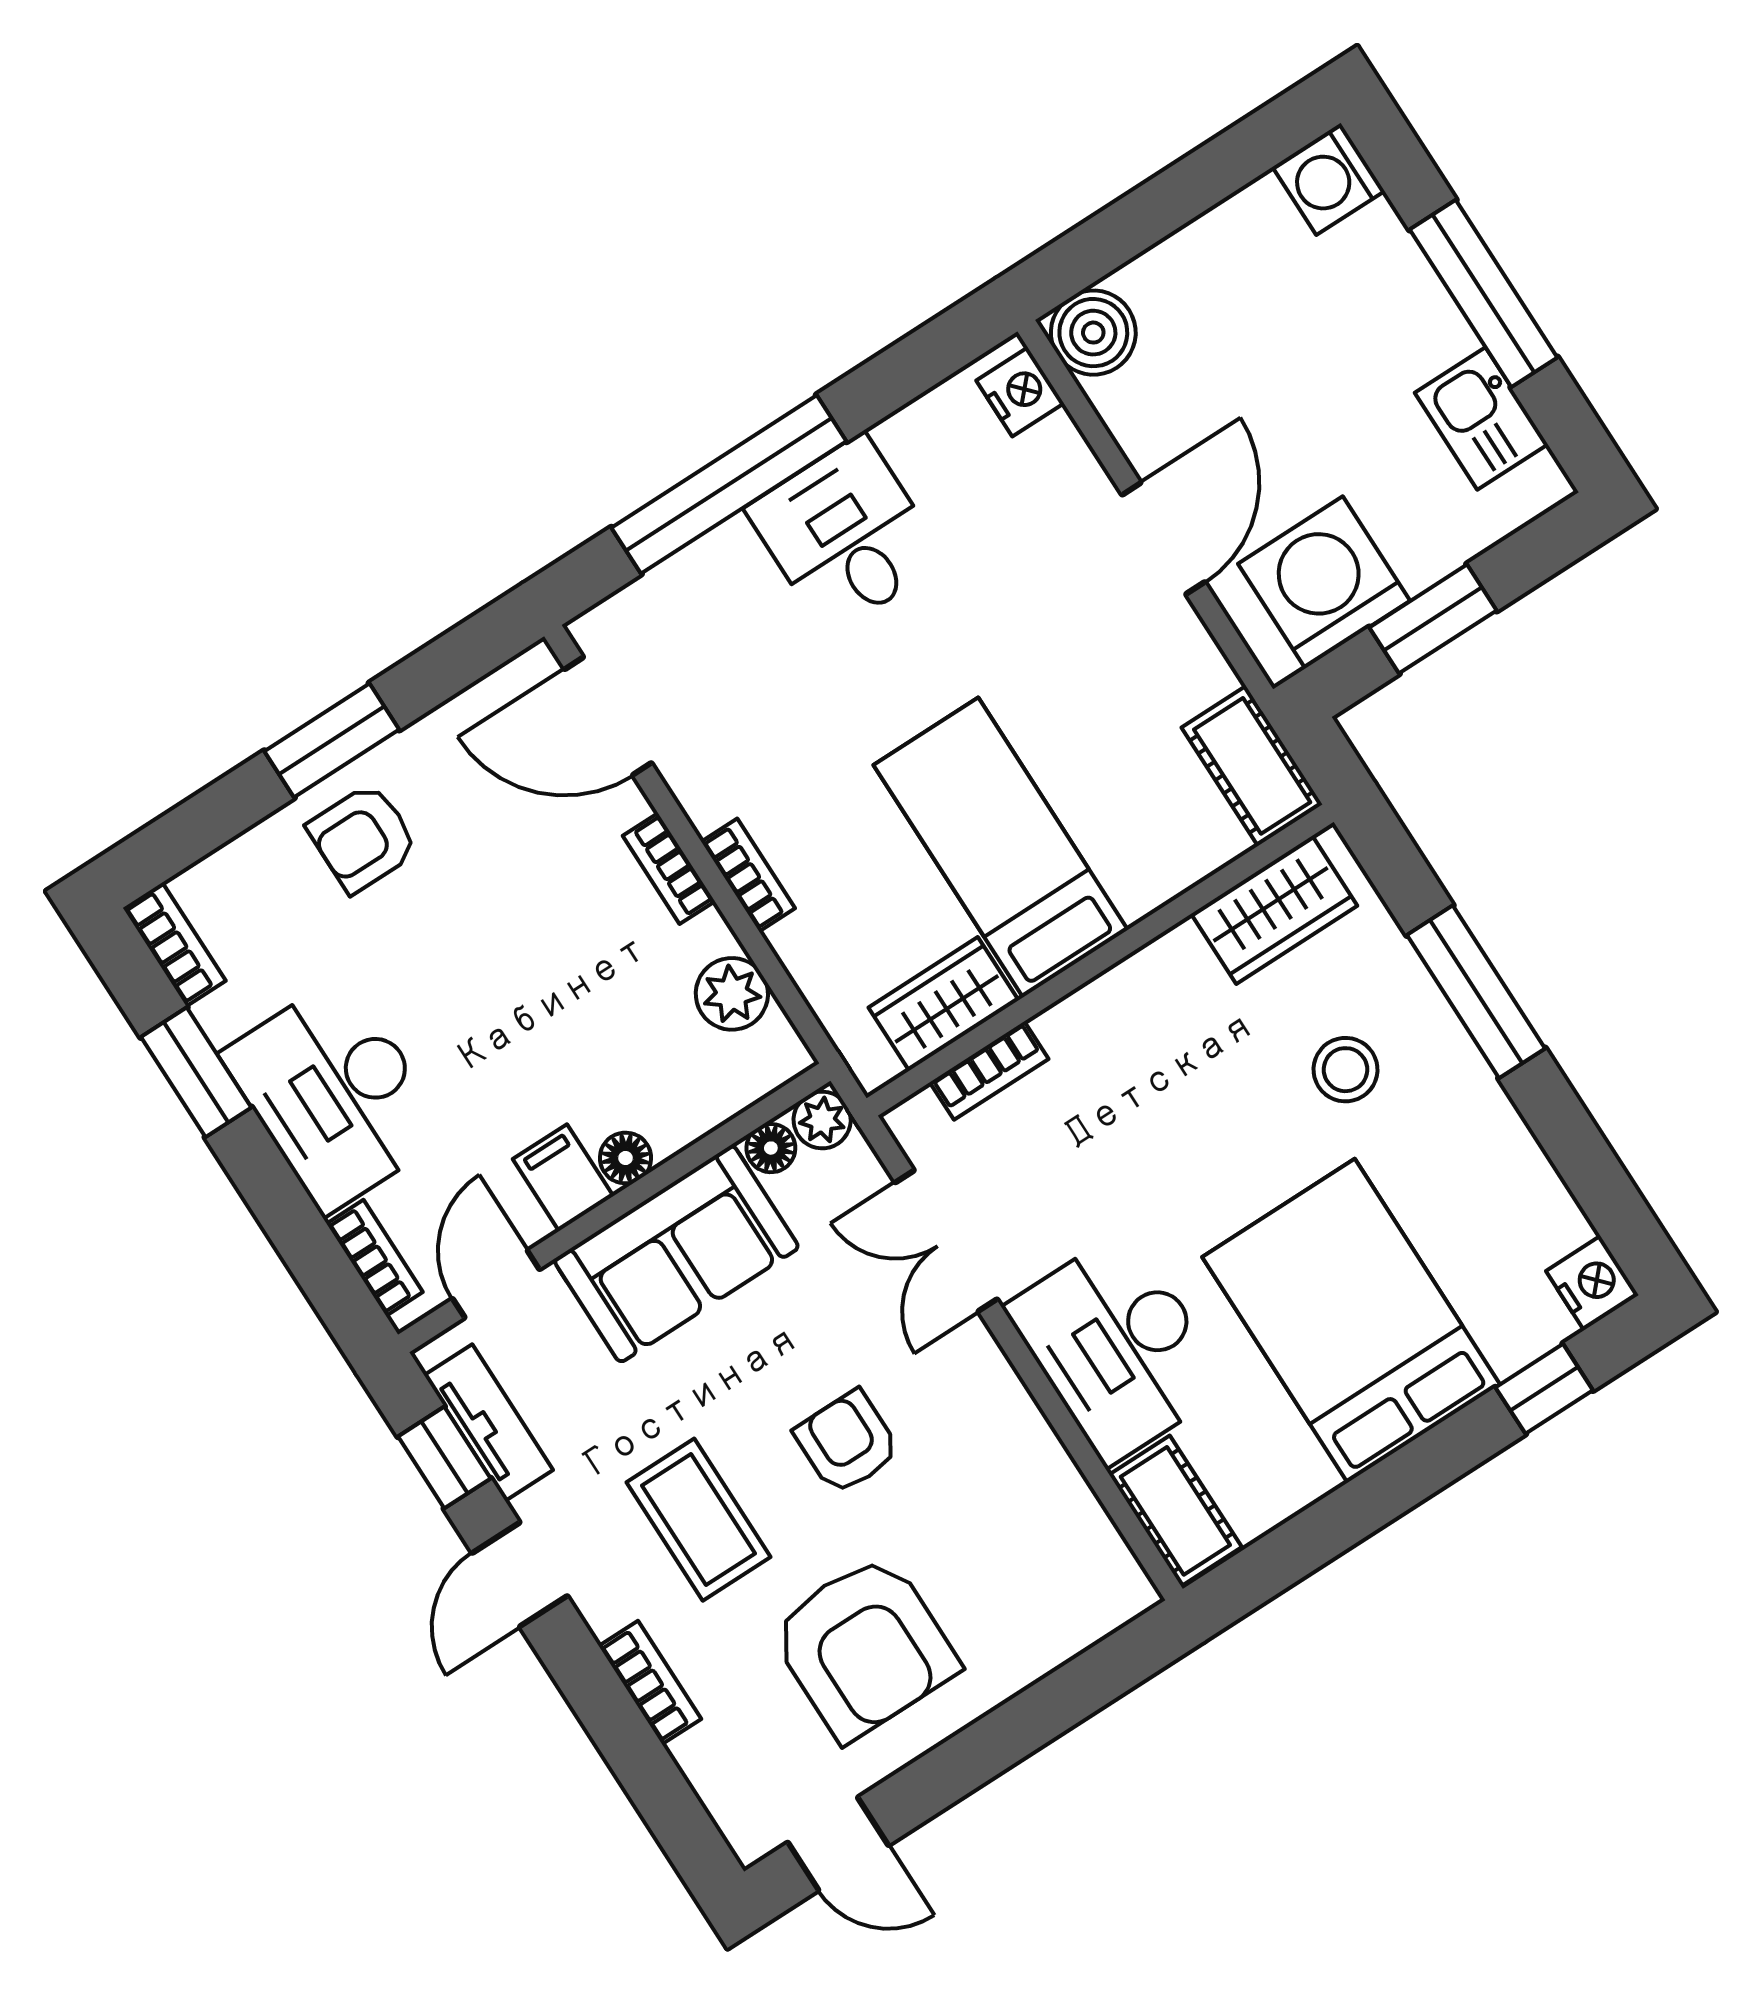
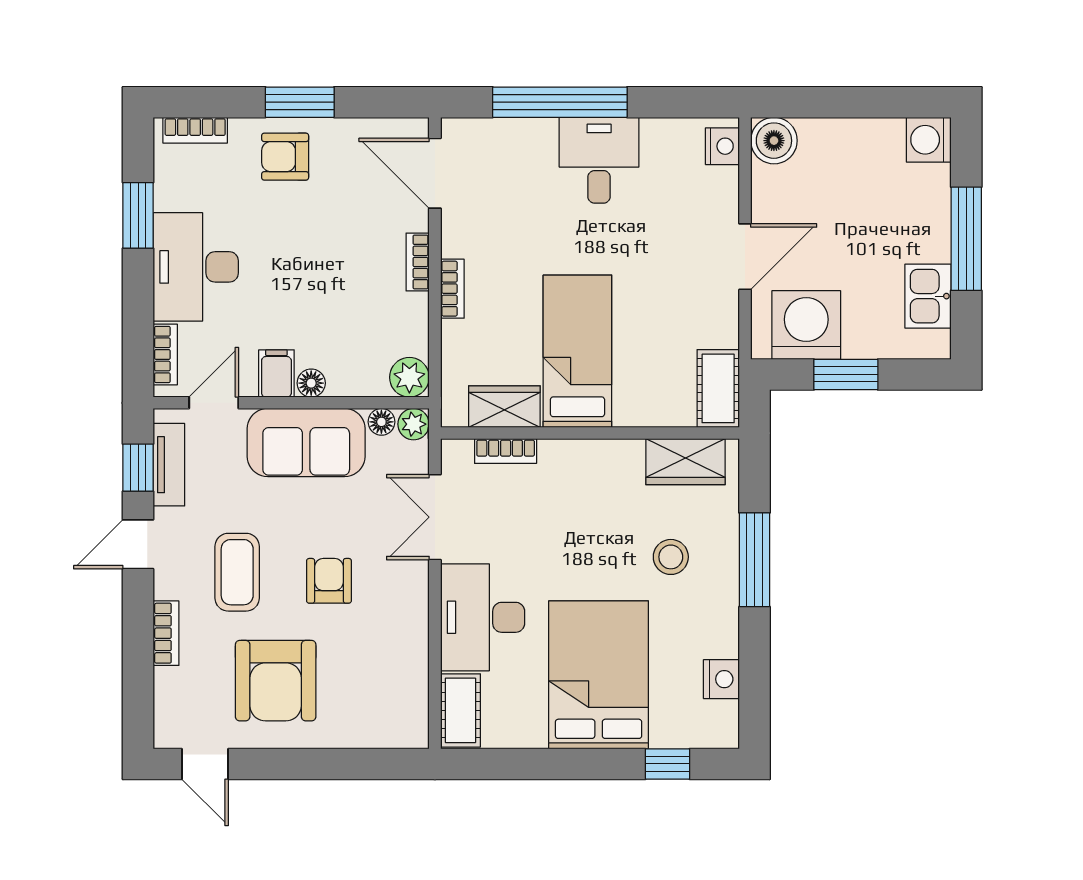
bookcase: (174, 944) -> (195, 130), moved, turned 90
plant: (732, 994) -> (409, 377), moved
nightstand: (1592, 1283) -> (721, 679), moved

